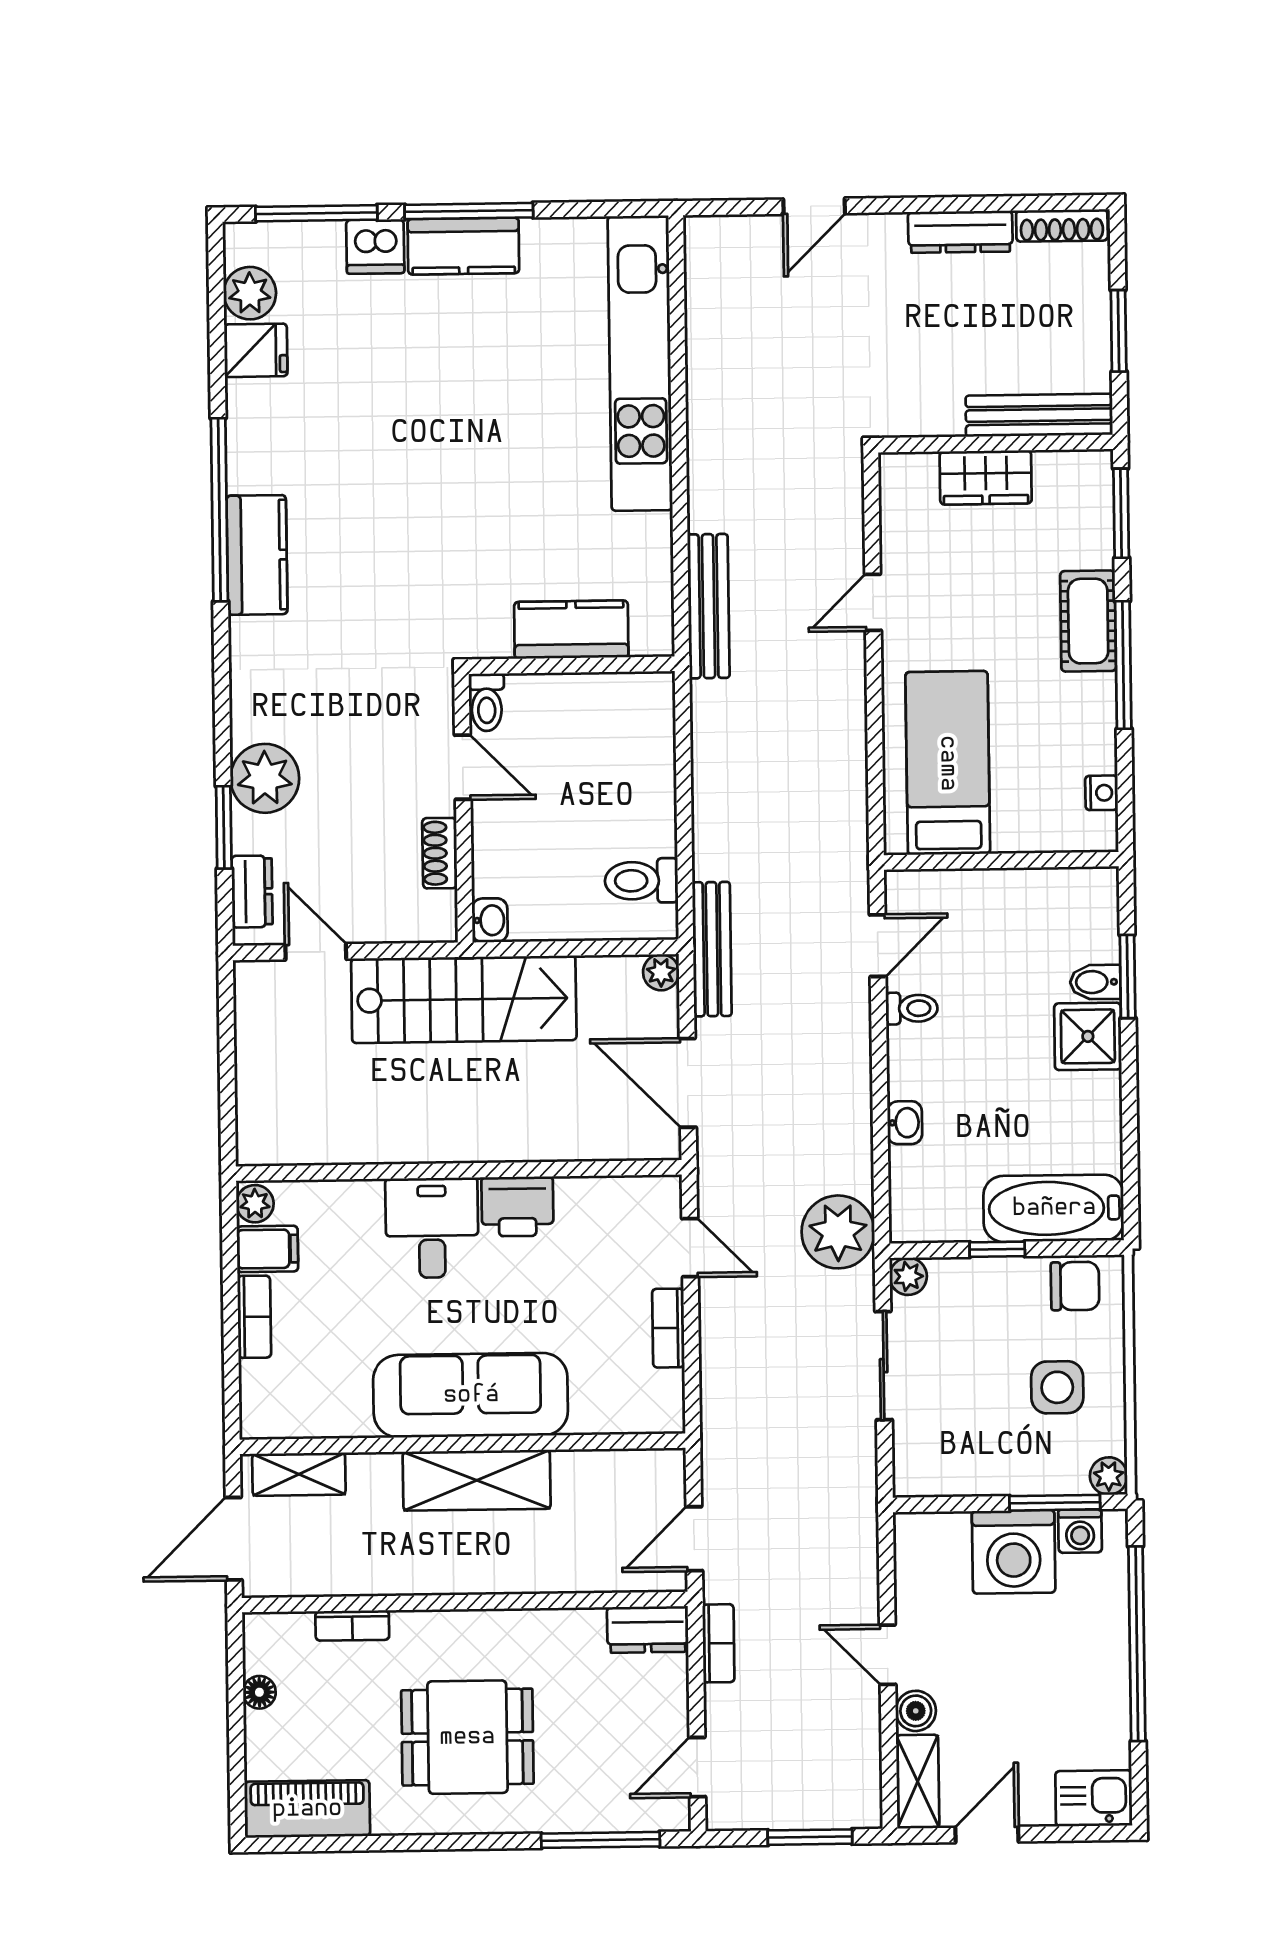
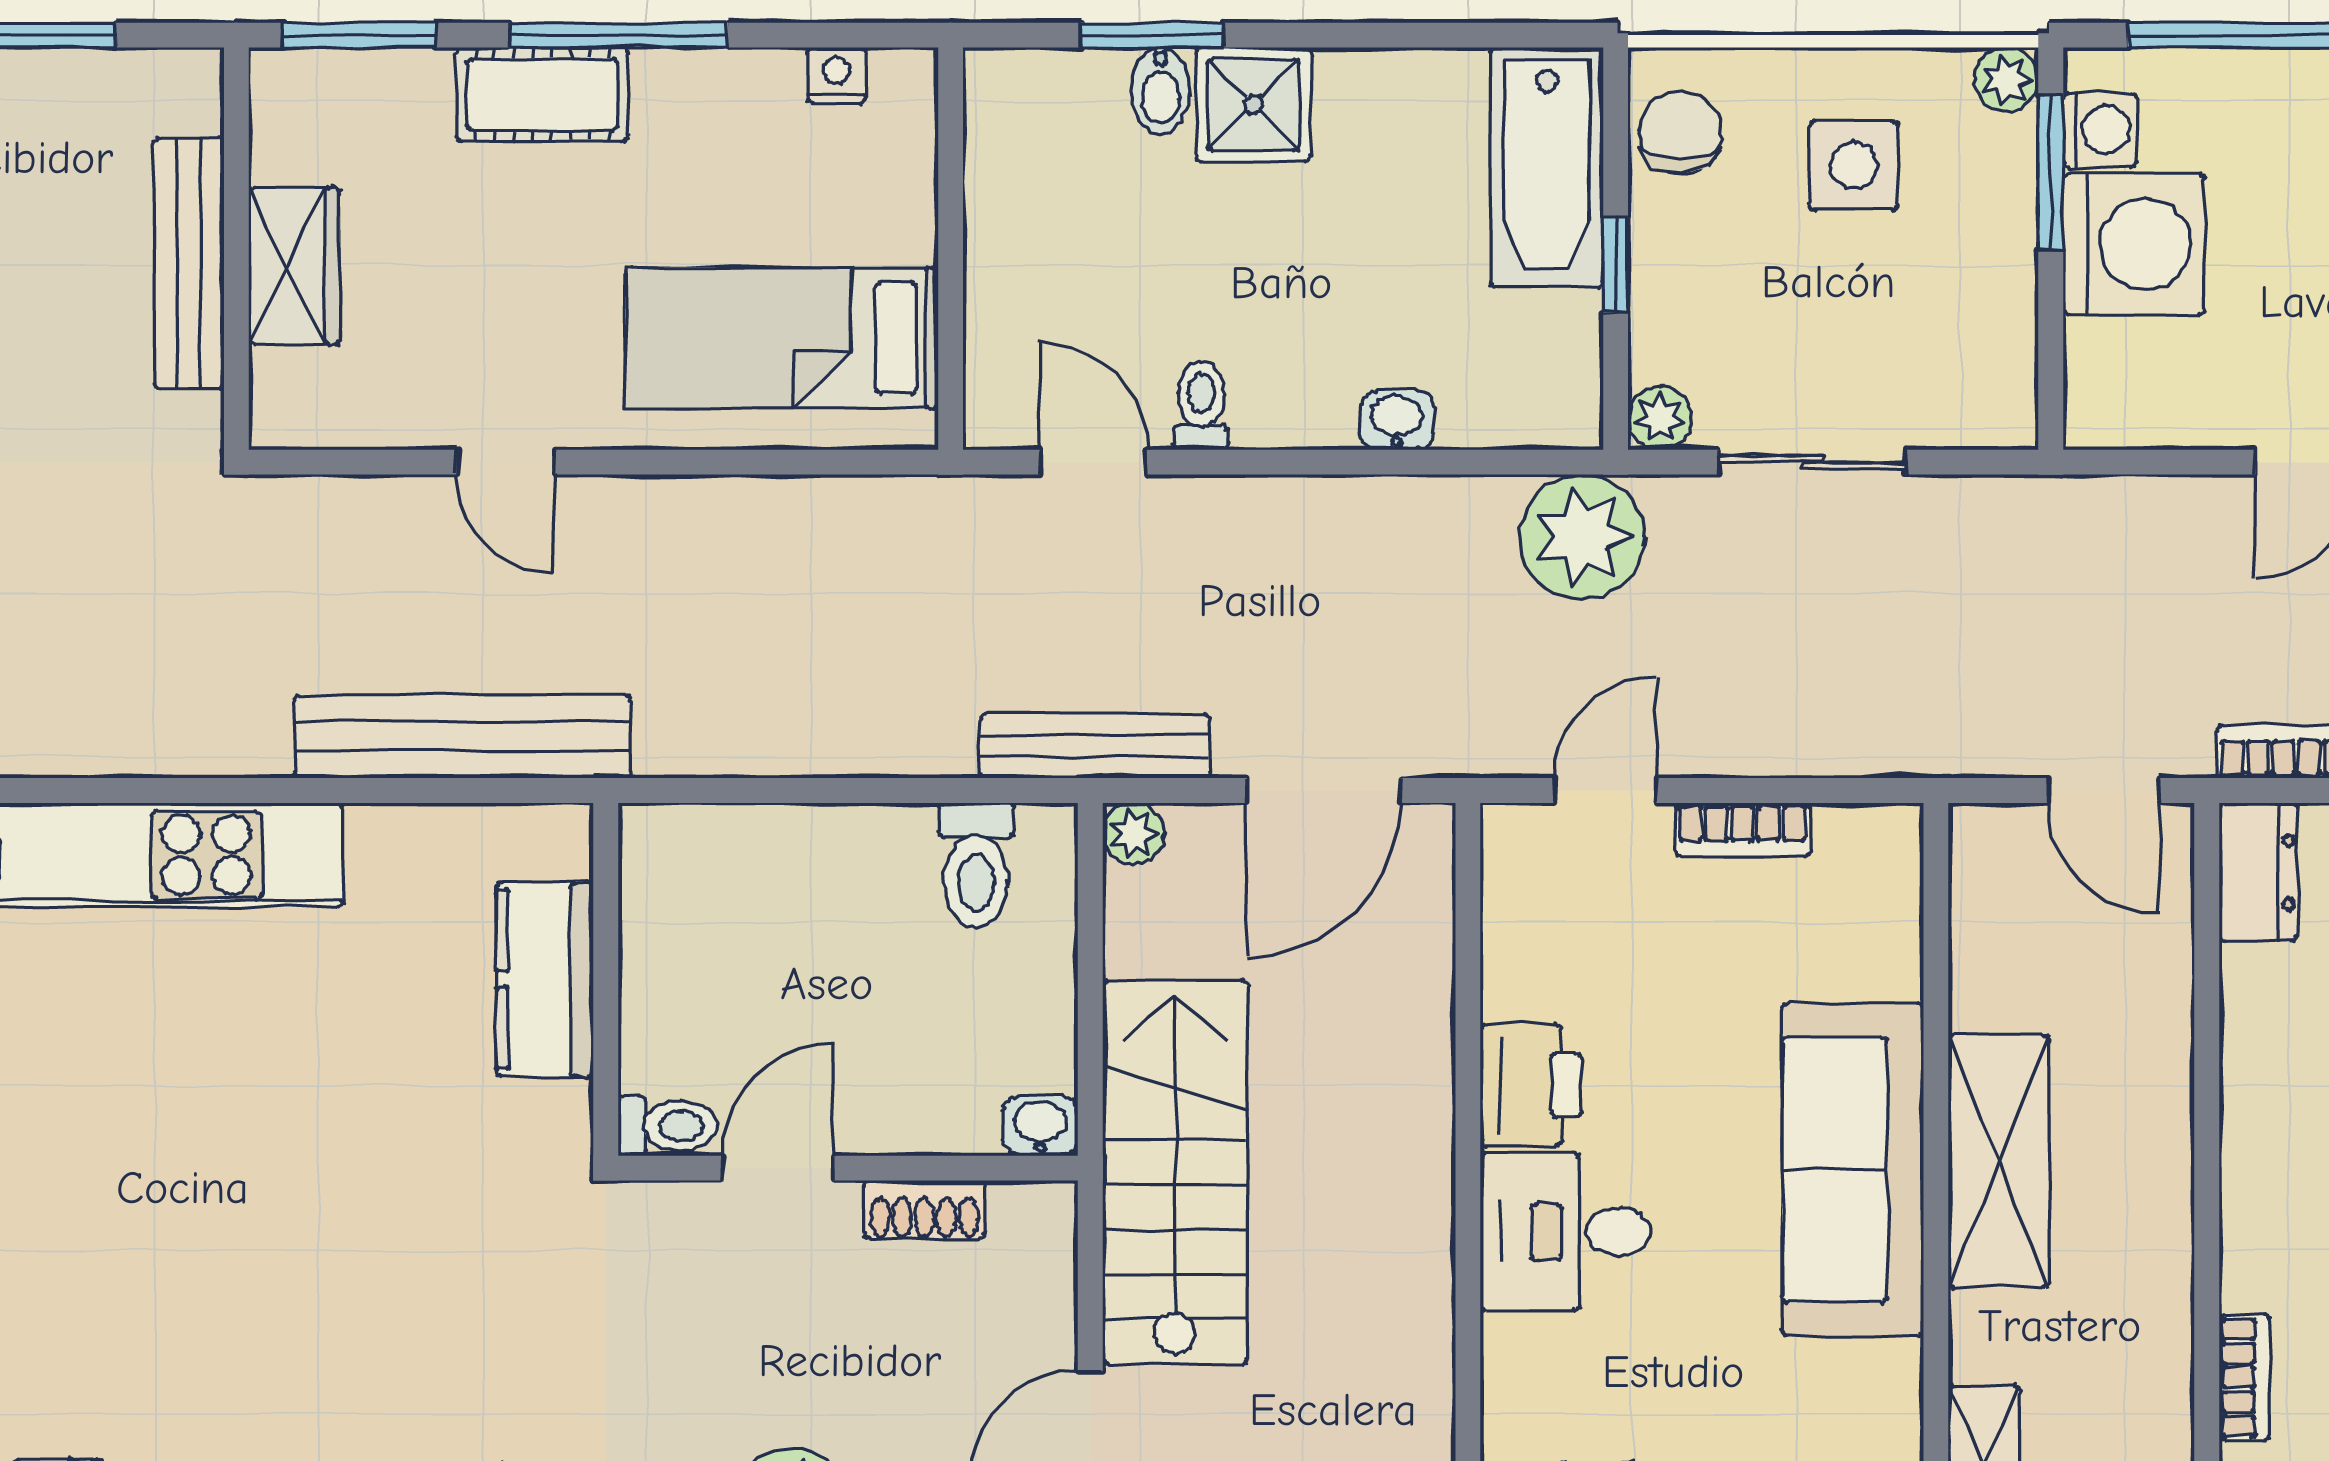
bench: (1039, 415) -> (189, 263), moved
bench: (708, 606) -> (463, 736), width x1.37, depth x1.21

